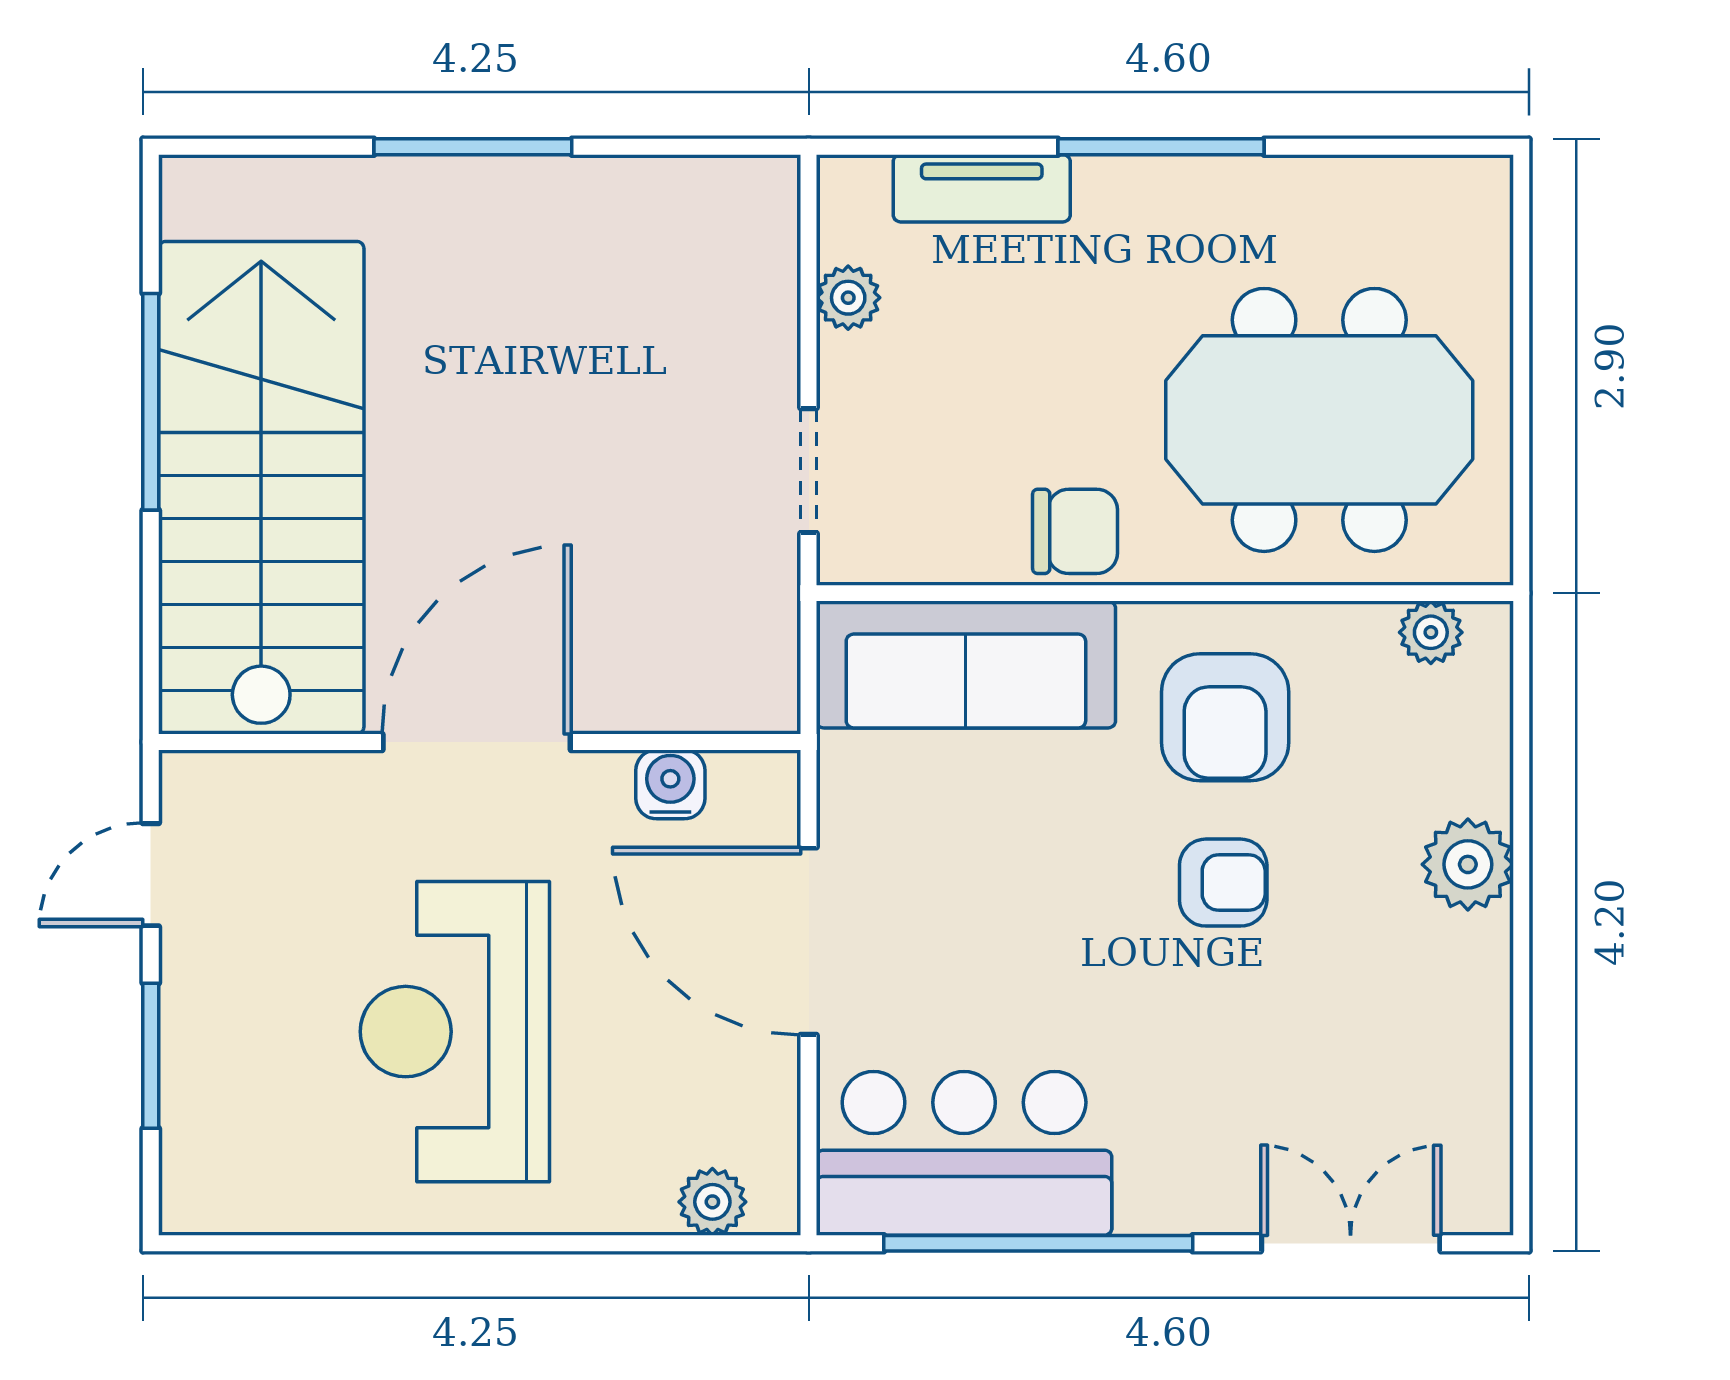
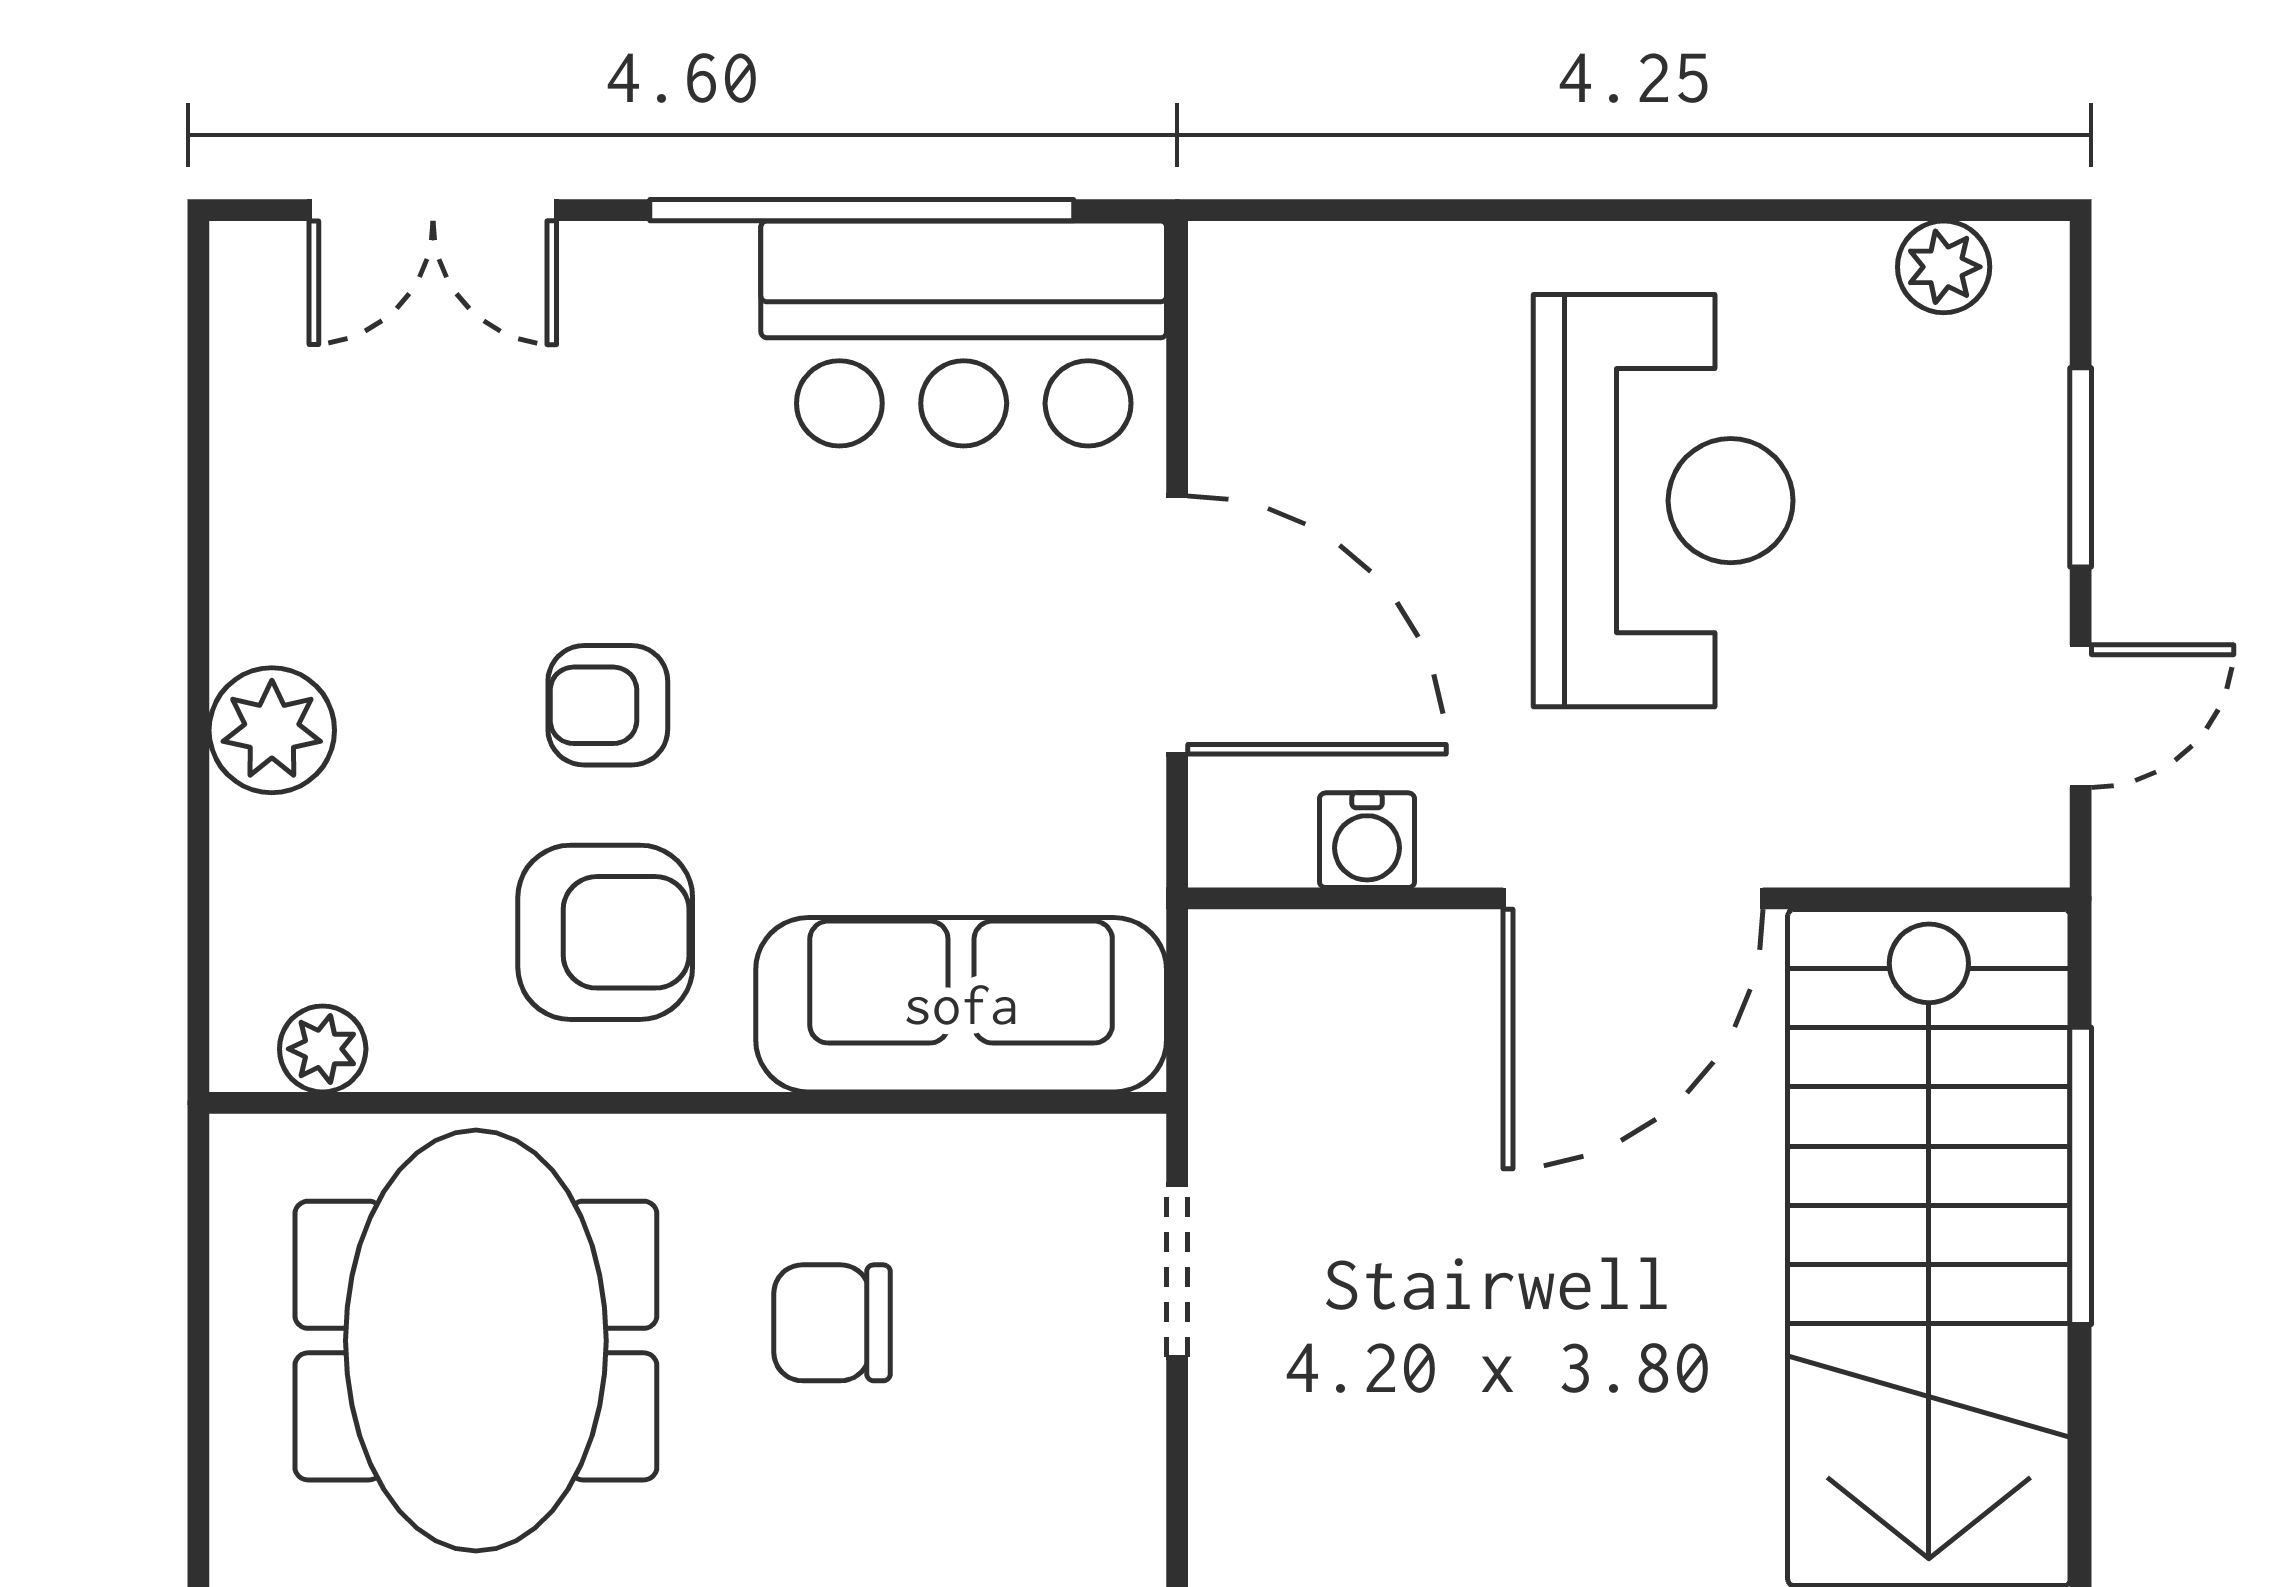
plant: (848, 298) -> (1123, 1509), removed
window: (151, 402) -> (2081, 1176), moved
meeting table: (1319, 420) -> (476, 1341), turned 90
chair: (1075, 531) -> (832, 1323), moved
armchair: (1225, 717) -> (605, 932), turned 90
plant: (712, 1202) -> (1944, 267), moved

